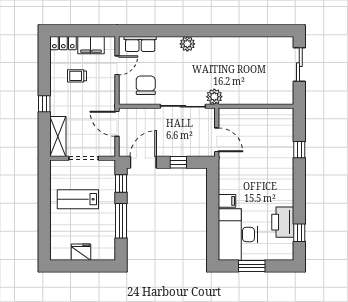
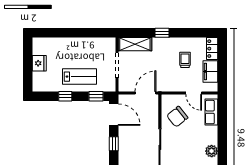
chair: (146, 85) -> (177, 117), turned 141
lab bench: (78, 199) -> (80, 77), moved, turned 90
window: (121, 221) -> (65, 96), width x0.46

